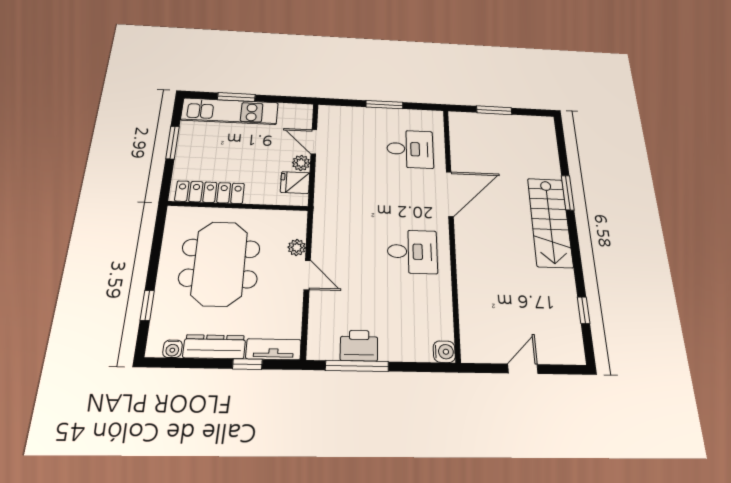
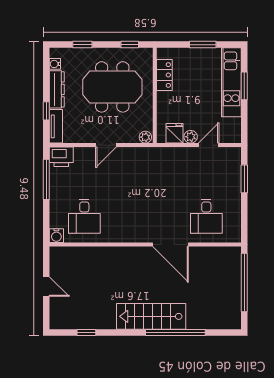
window: (384, 105) -> (244, 179), moved
window: (494, 110) -> (244, 283), width x2.11
locker: (210, 192) -> (164, 75), width x0.66
window: (568, 193) -> (175, 333), width x2.11
window: (158, 237) -> (130, 45), added
plant: (297, 247) -> (145, 137), moved
desk: (412, 252) -> (84, 216), moved
printer: (359, 346) -> (61, 157), moved, turned 90

